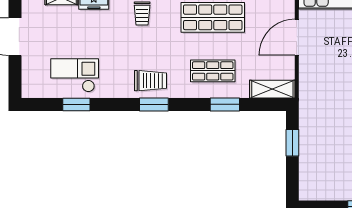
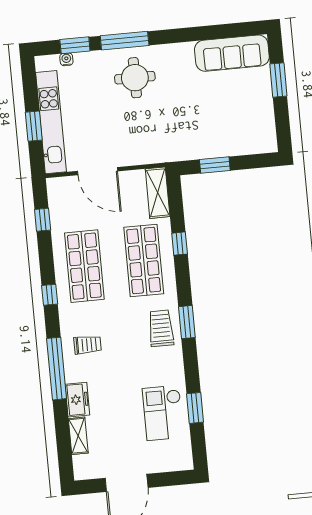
shop shelf: (213, 71) -> (144, 261), width x1.43, depth x1.36
window: (225, 104) -> (180, 244), width x0.67

